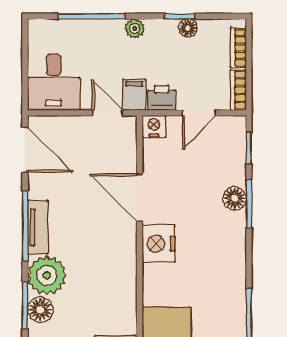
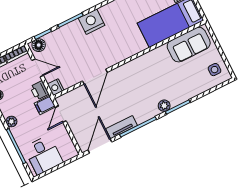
desk: (54, 82) -> (43, 155), moved, turned 90
floor lamp: (235, 198) -> (39, 45), moved
tv unit: (38, 227) -> (122, 127), moved
nightstand: (159, 244) -> (91, 22), moved, turned 180
plant: (47, 275) -> (164, 106), width x0.53, depth x0.53
floor lamp: (40, 310) -> (176, 98), removed

